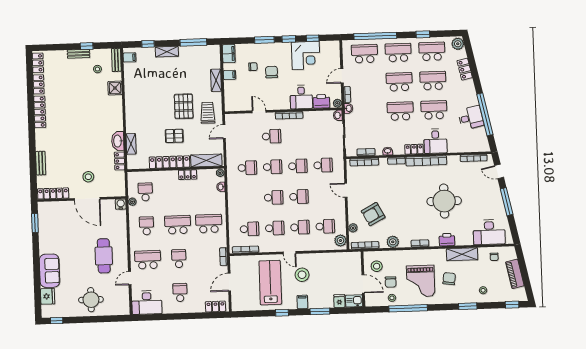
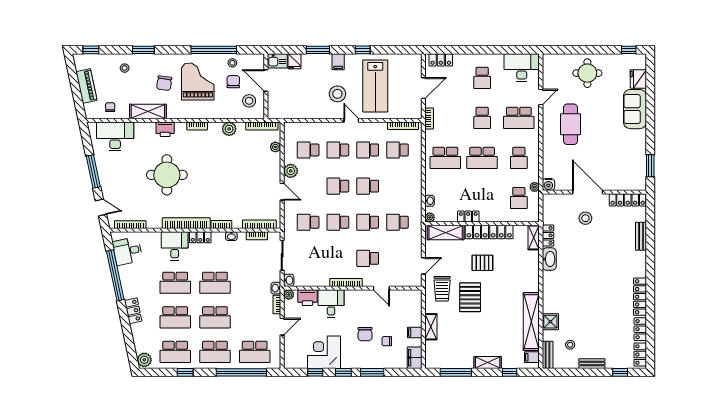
window: (87, 46) -> (620, 372), moved
locker: (465, 69) -> (133, 311), moved
shelving: (131, 88) -> (531, 322), added
desk: (471, 118) -> (128, 251), moved
shelving: (131, 144) -> (534, 238), moved
armchair: (373, 214) -> (251, 162), removed
plant: (340, 241) -> (291, 171), moved

